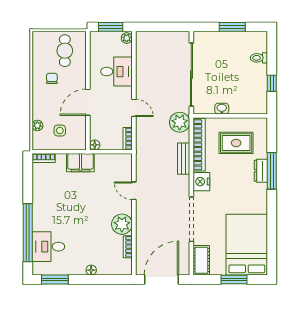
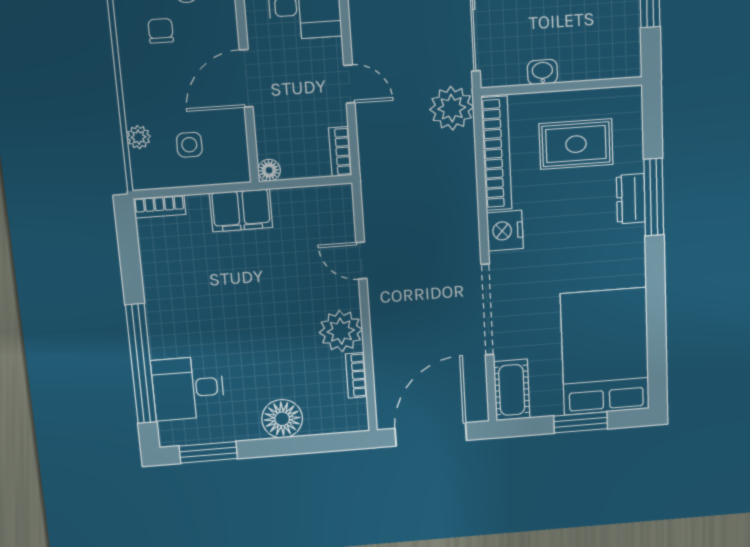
bench: (184, 159) -> (465, 185), removed
floor lamp: (91, 270) -> (282, 419), width x1.89, depth x1.89

